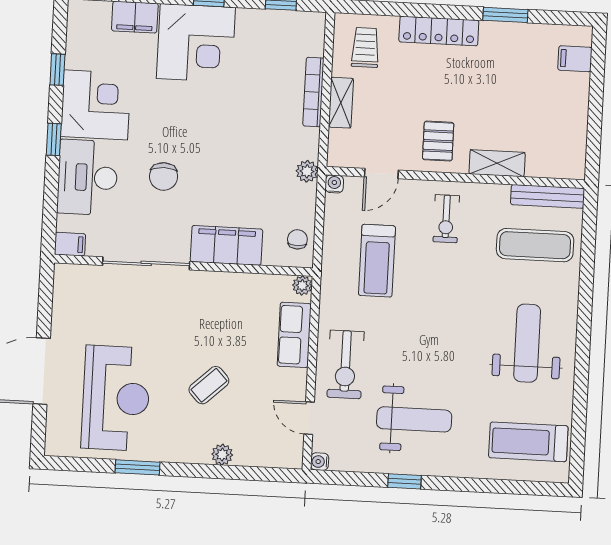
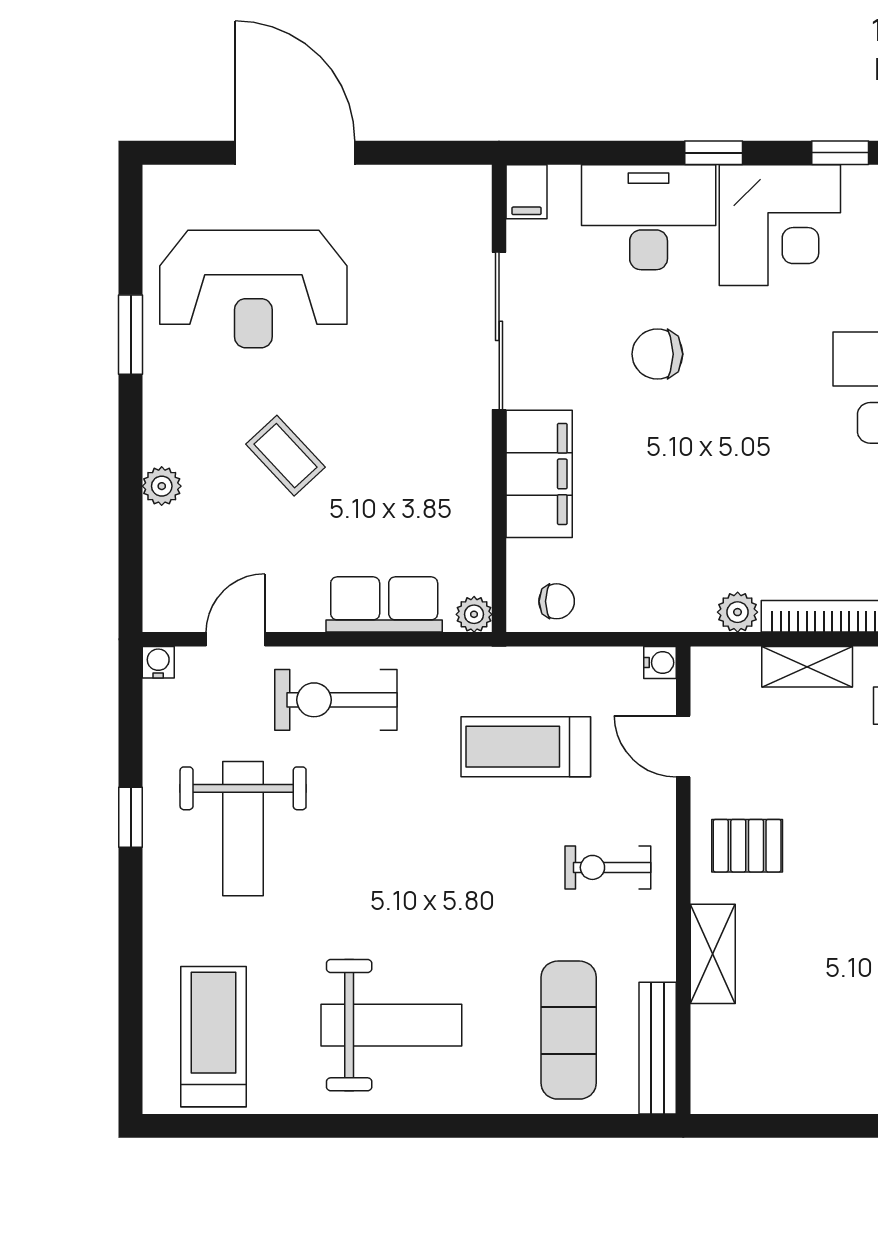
plant: (307, 171) -> (738, 612), moved

